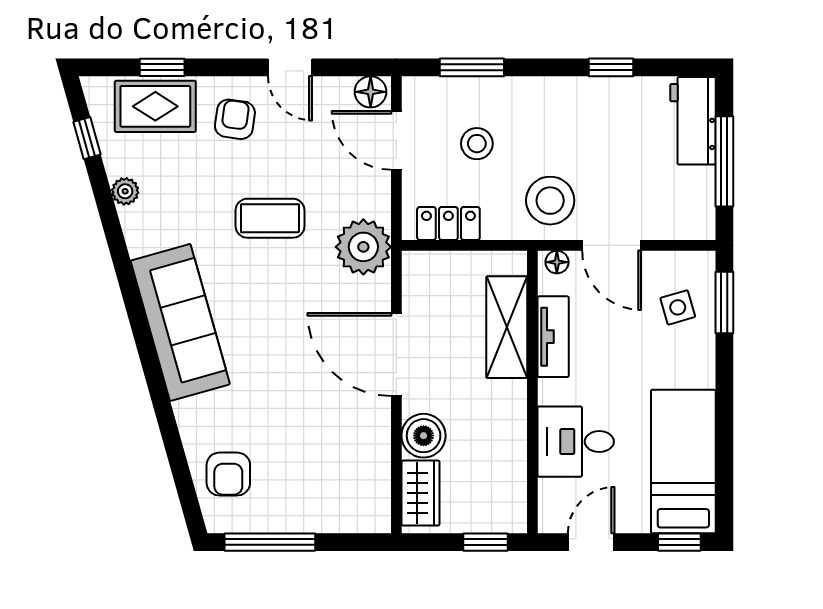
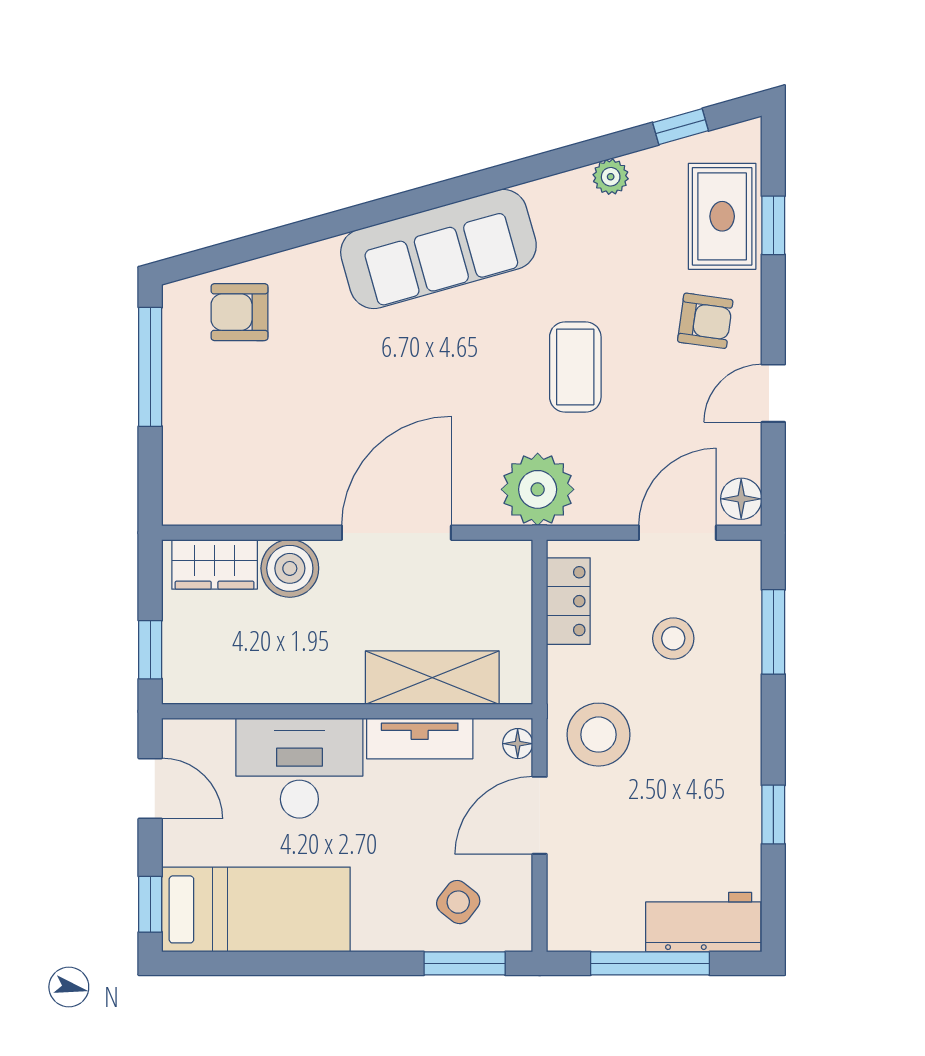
side table: (678, 307) -> (458, 902), turned -36
desk: (576, 442) -> (299, 768), width x1.37

